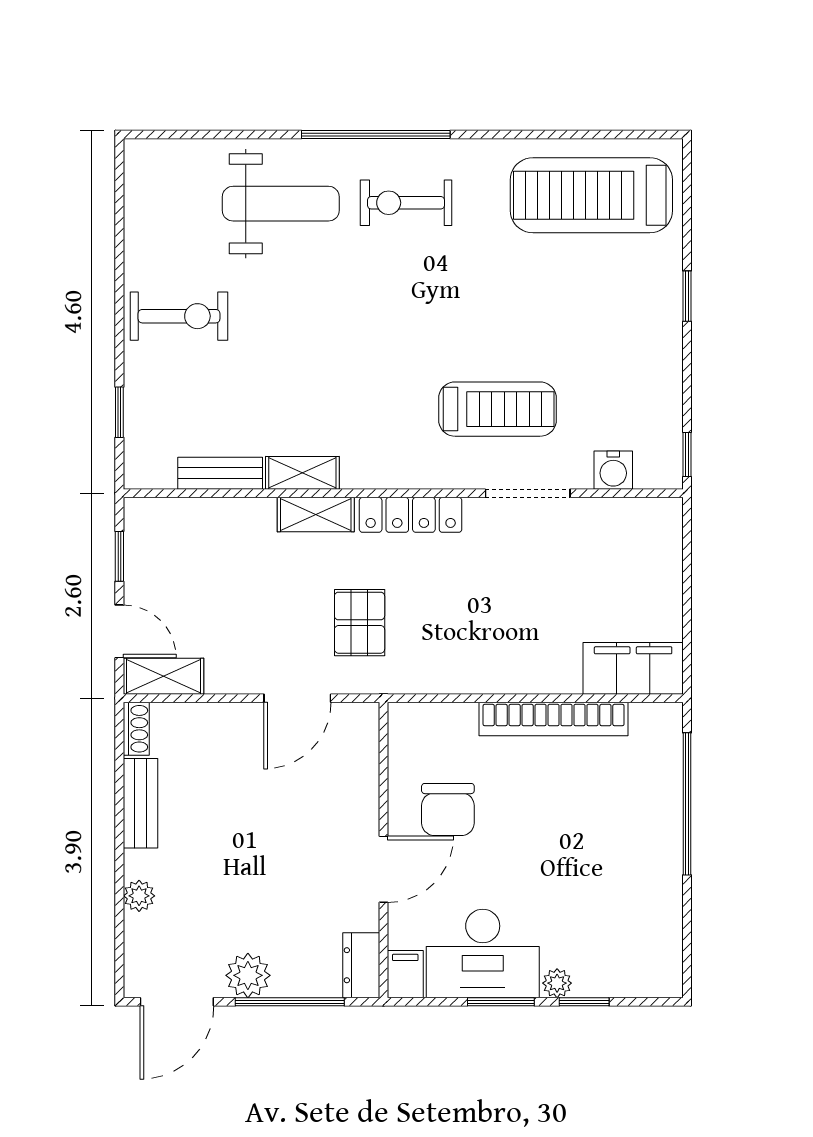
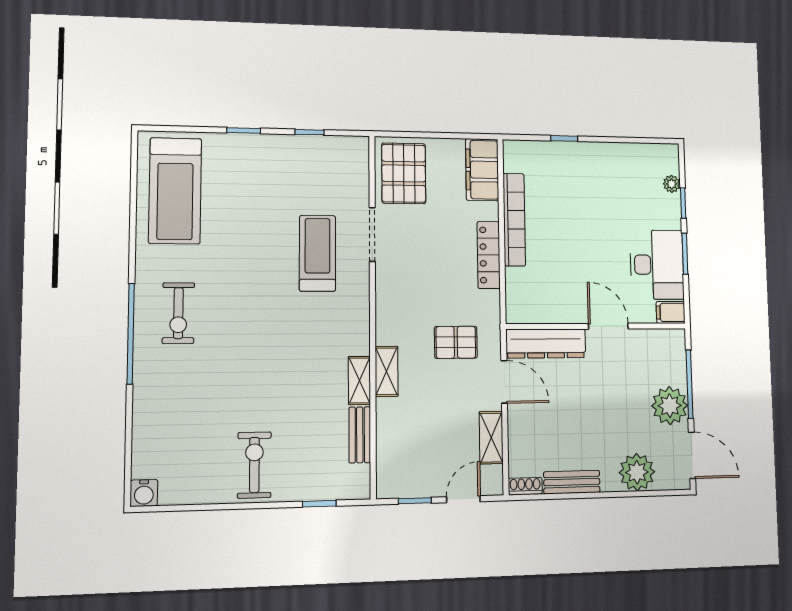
weight bench: (281, 204) -> (178, 397), removed
window: (687, 455) -> (309, 132), moved
water cooler: (613, 470) -> (144, 493), moved, turned 90
locker: (411, 515) -> (489, 255), moved, turned 180
pallet: (625, 543) -> (404, 173), added
shelving: (163, 676) -> (491, 438), moved
window: (687, 804) -> (564, 138), width x0.32
chair: (448, 809) -> (571, 286), removed
plant: (139, 896) -> (637, 472), width x1.87, depth x1.87
dresser: (361, 965) -> (546, 343), moved, width x1.96, depth x1.24
plant: (248, 975) -> (670, 406), width x1.36, depth x1.36
plant: (557, 983) -> (672, 184), moved

